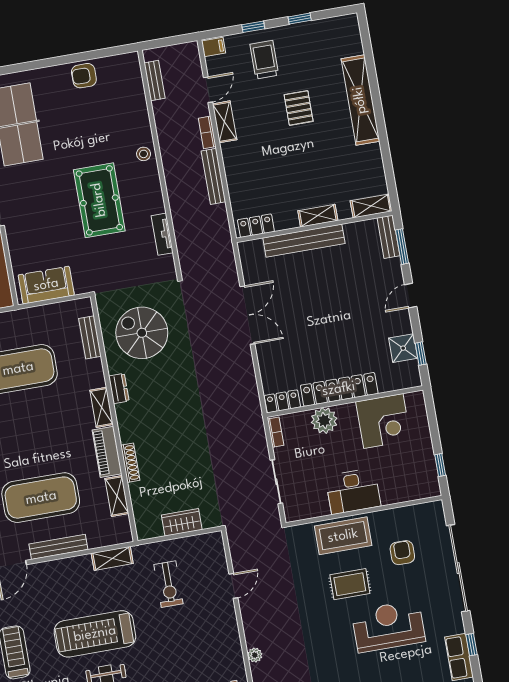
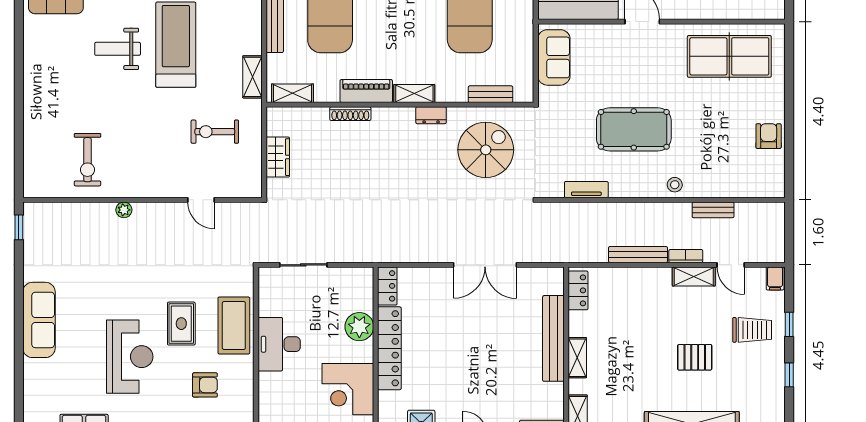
bench: (155, 81) -> (713, 210), moved
bookcase: (276, 432) -> (356, 273), removed
shelving: (117, 496) -> (292, 93), moved

